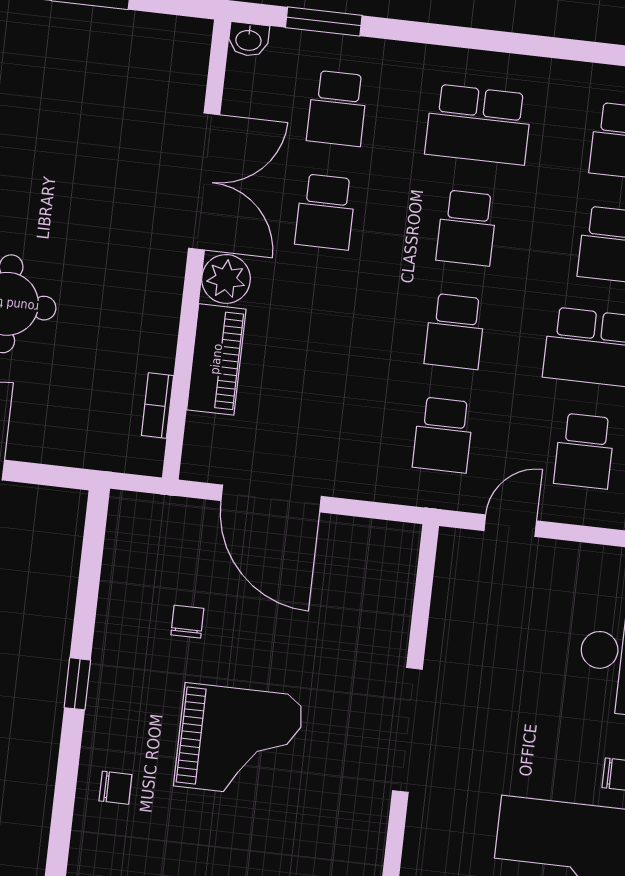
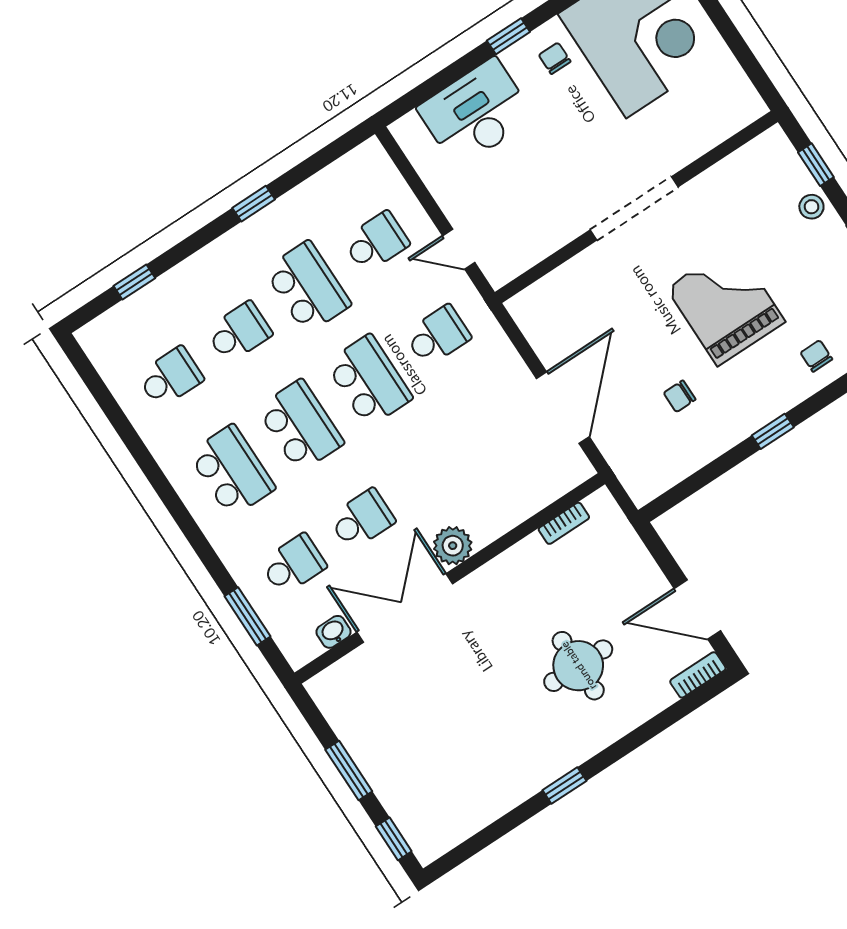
washbasin: (249, 39) -> (334, 632), moved, turned -90
school desk: (467, 228) -> (300, 426), width x1.85
school desk: (455, 331) -> (369, 381), width x1.85
piano: (216, 359) -> (506, 511), removed

